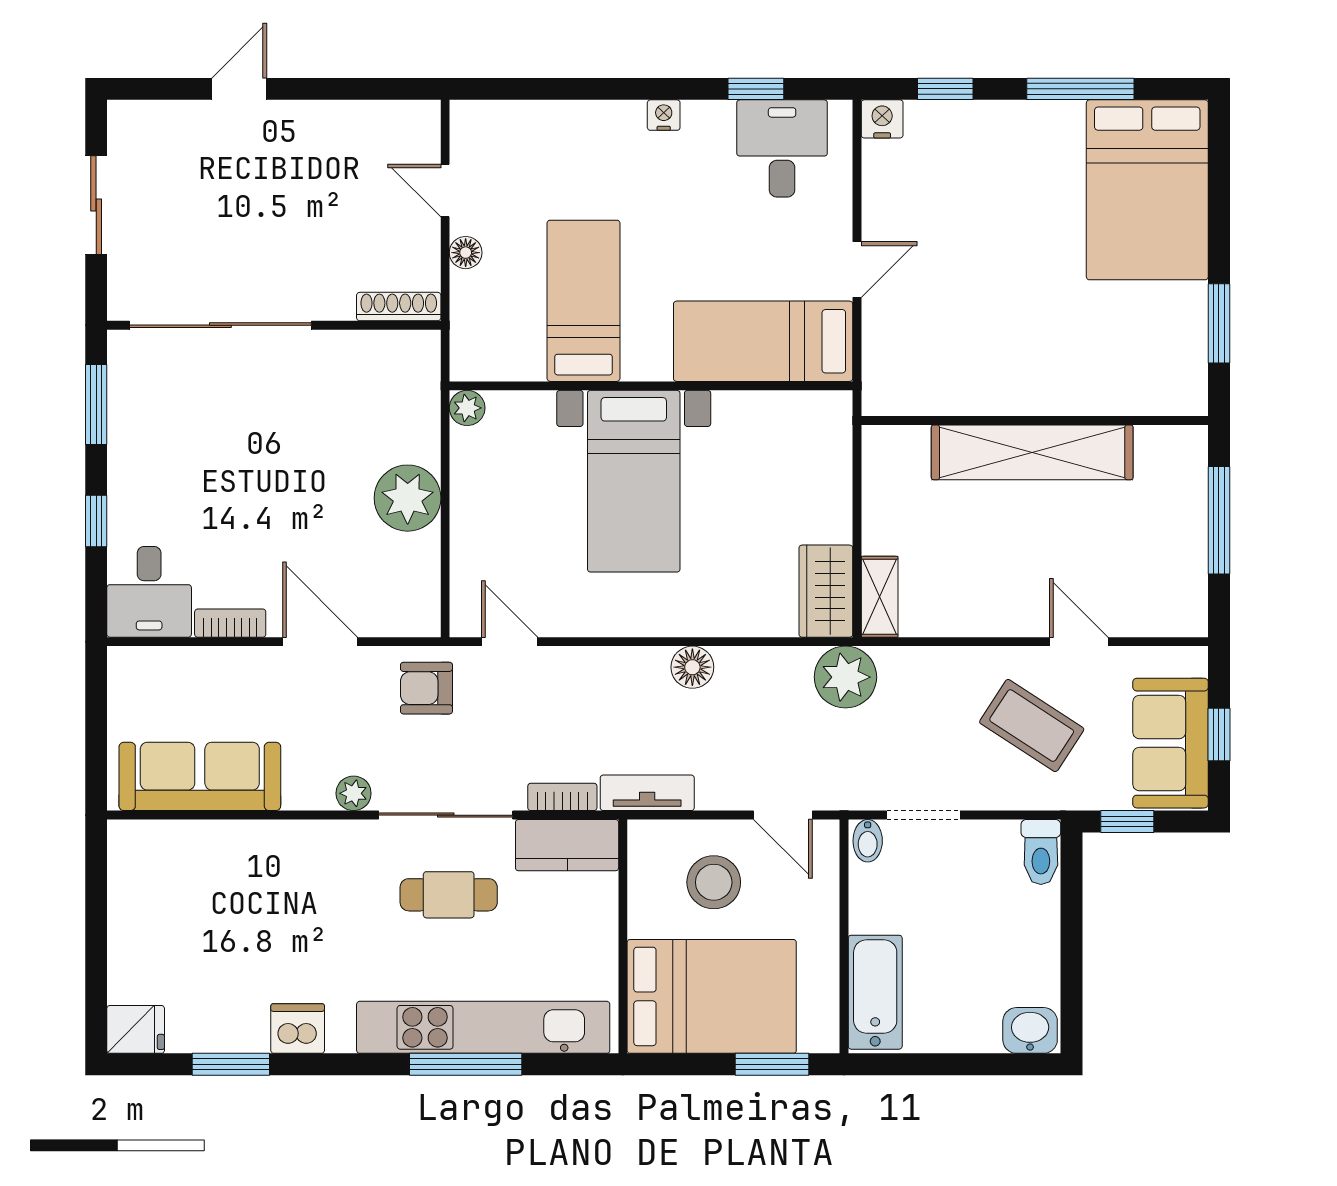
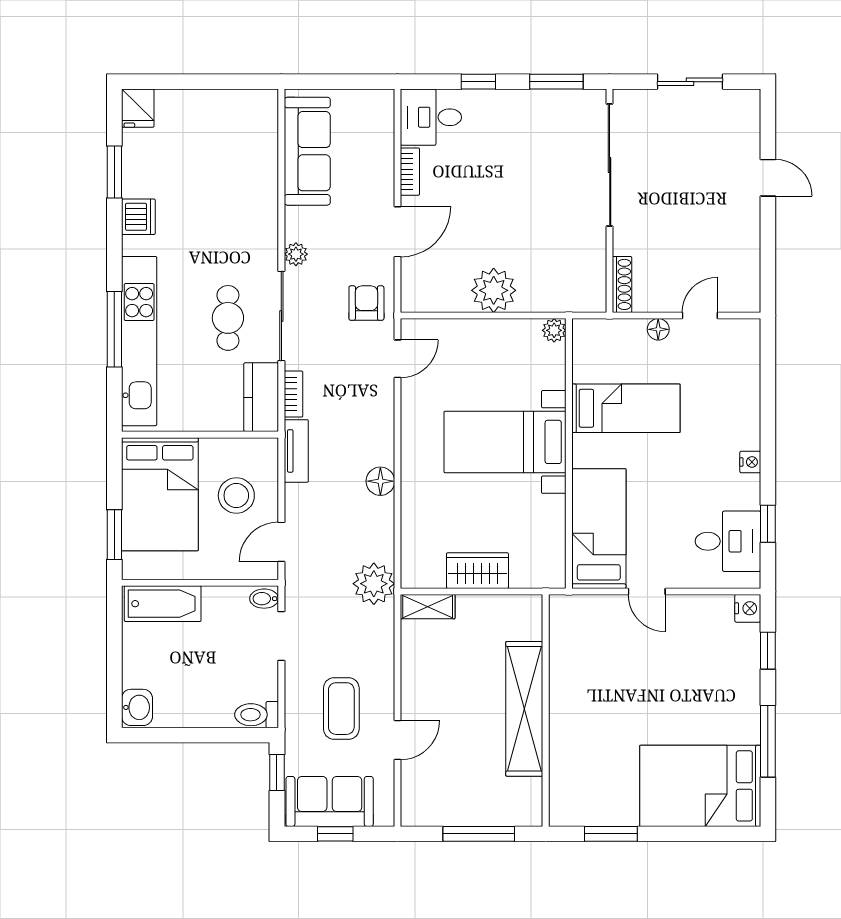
wardrobe: (826, 591) -> (477, 571), moved
coffee table: (1032, 726) -> (341, 709), turned -33

